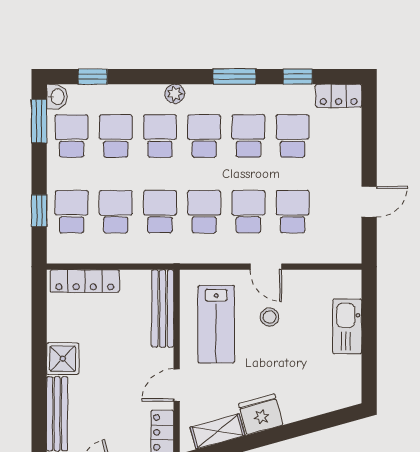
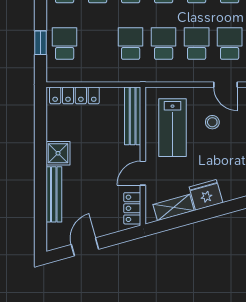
school desk: (116, 212) -> (98, 44), removed
door: (266, 267) -> (225, 85), moved

